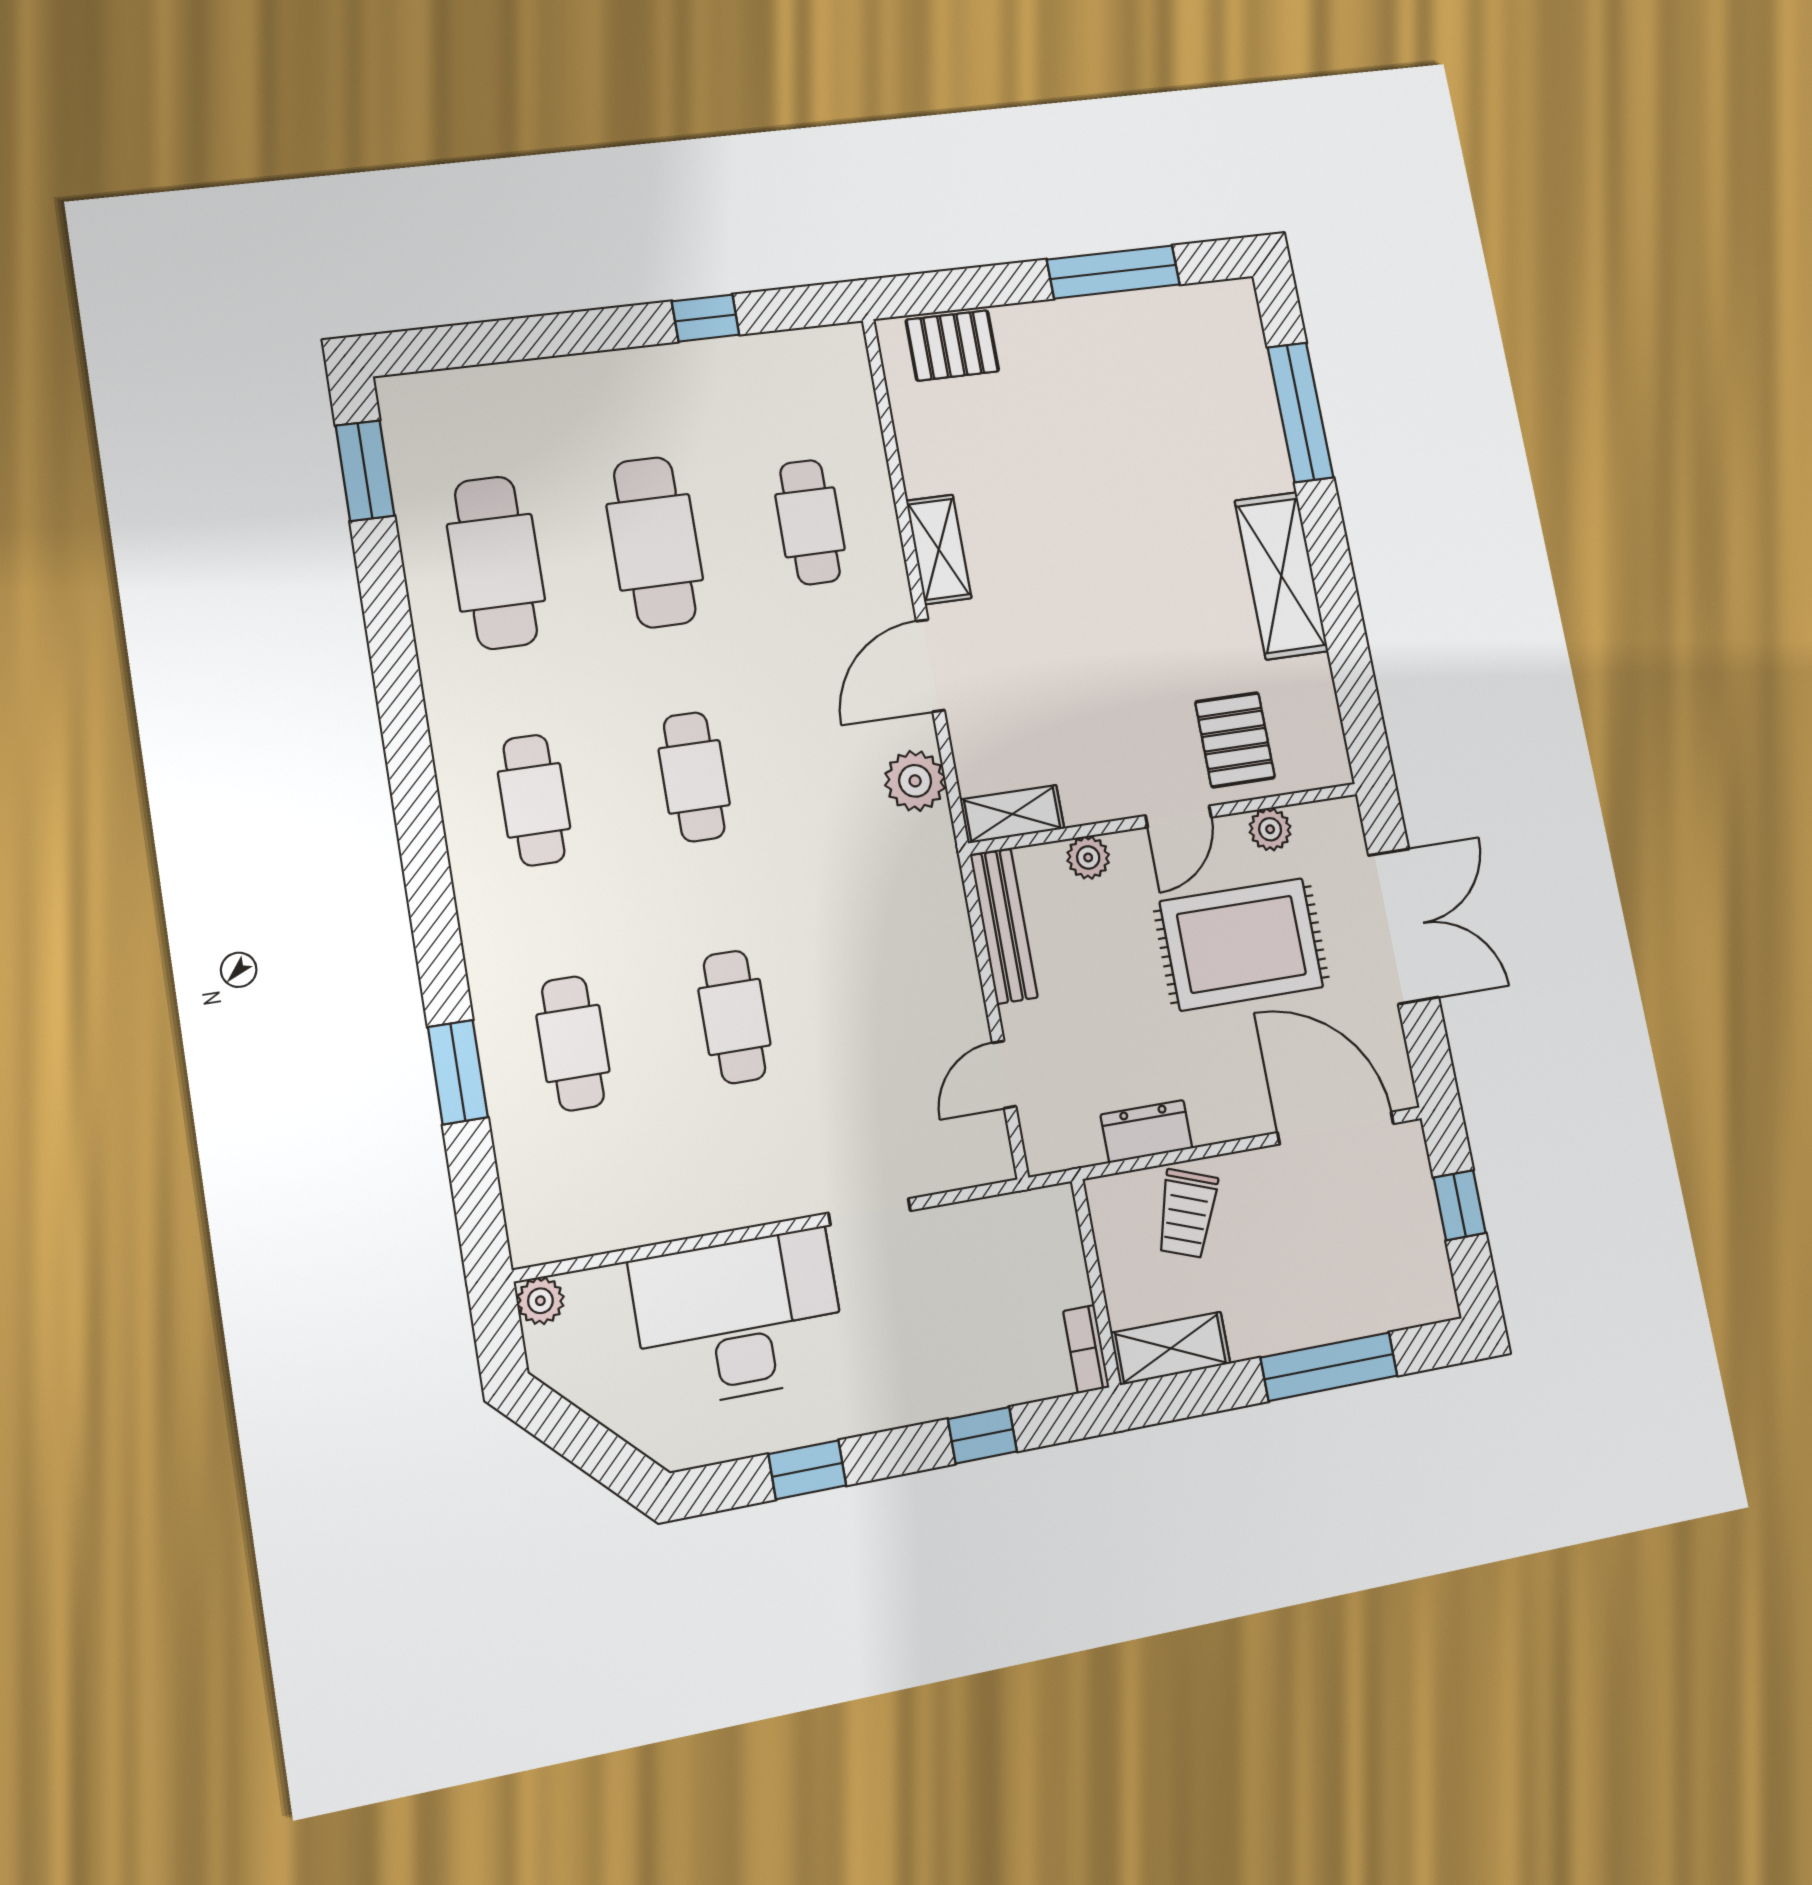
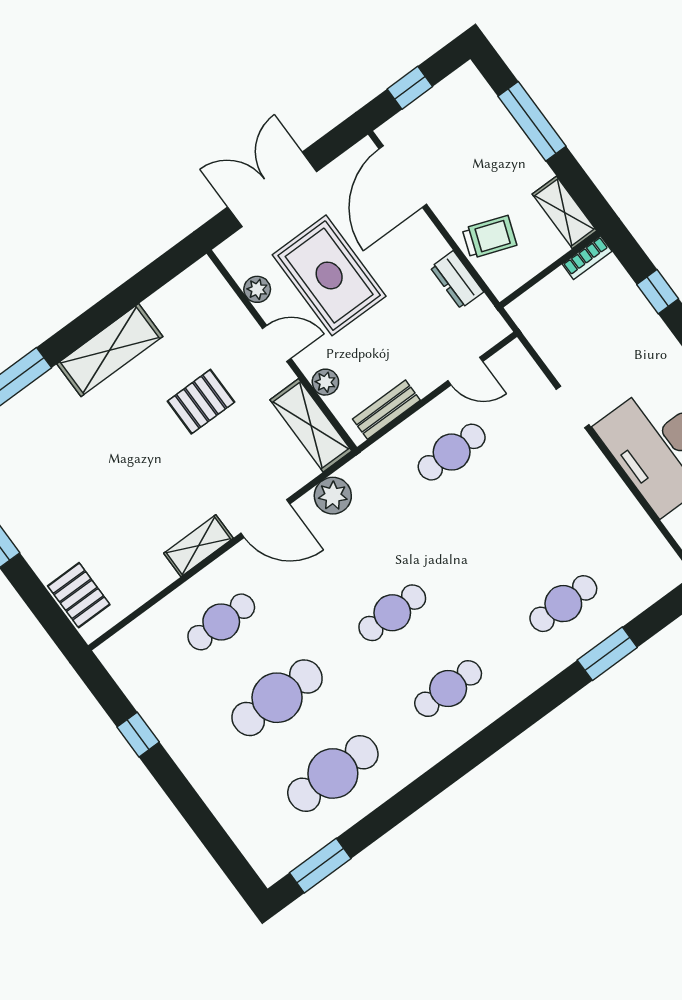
pallet: (1235, 740) -> (201, 402), moved
shelving: (1012, 814) -> (311, 425), width x1.50, depth x1.33
bench: (1004, 926) -> (386, 410), width x0.73
cafe table: (734, 1017) -> (452, 452), moved

